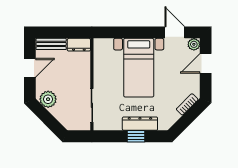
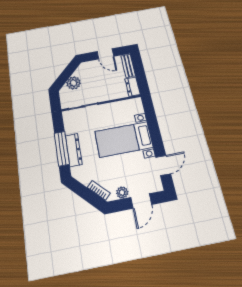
plant: (194, 44) -> (122, 193), moved
door: (206, 63) -> (141, 201), swing flipped
plant: (48, 99) -> (74, 83), moved
window: (136, 136) -> (62, 149), width x2.17

